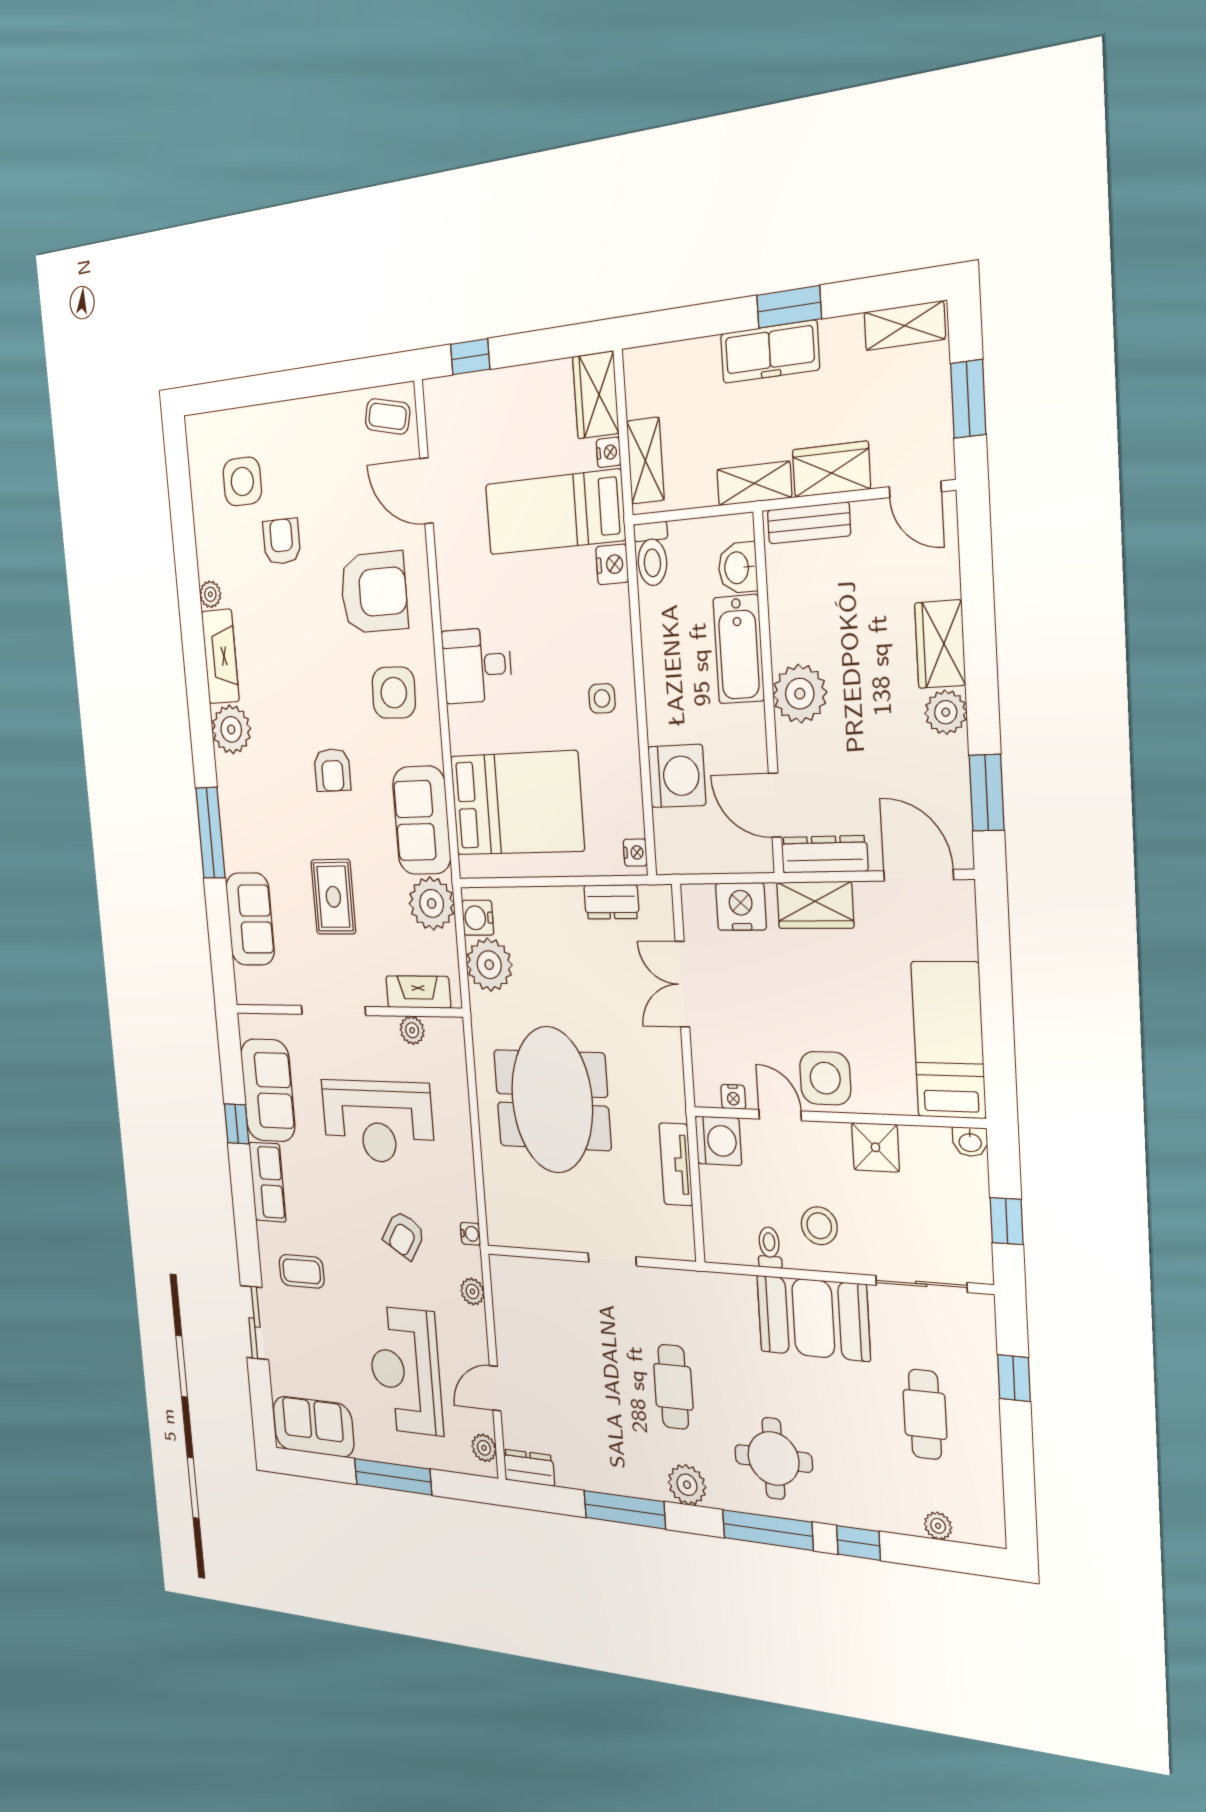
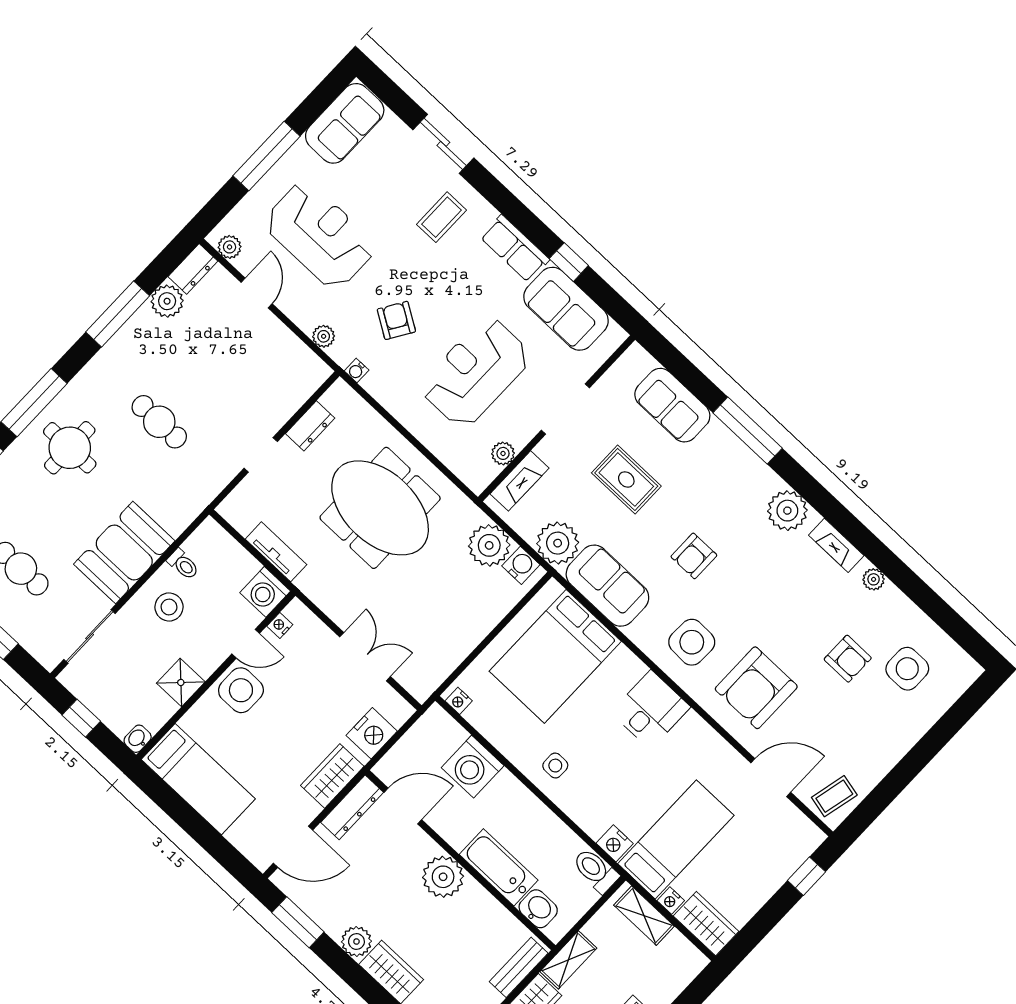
fireplace: (220, 656) -> (836, 545), width x0.73, depth x0.76
armchair: (332, 770) -> (694, 556), turned -90
dresser: (611, 902) -> (310, 426), moved, turned 180
plant: (687, 1485) -> (167, 301), moved

